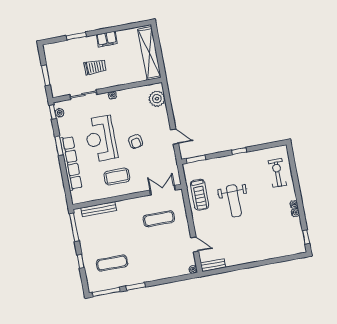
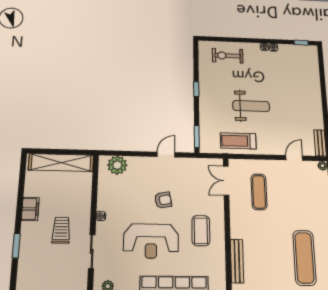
treadmill: (200, 195) -> (238, 141), turned 180
exercise mat: (112, 263) -> (304, 258), width x1.36, depth x1.45

